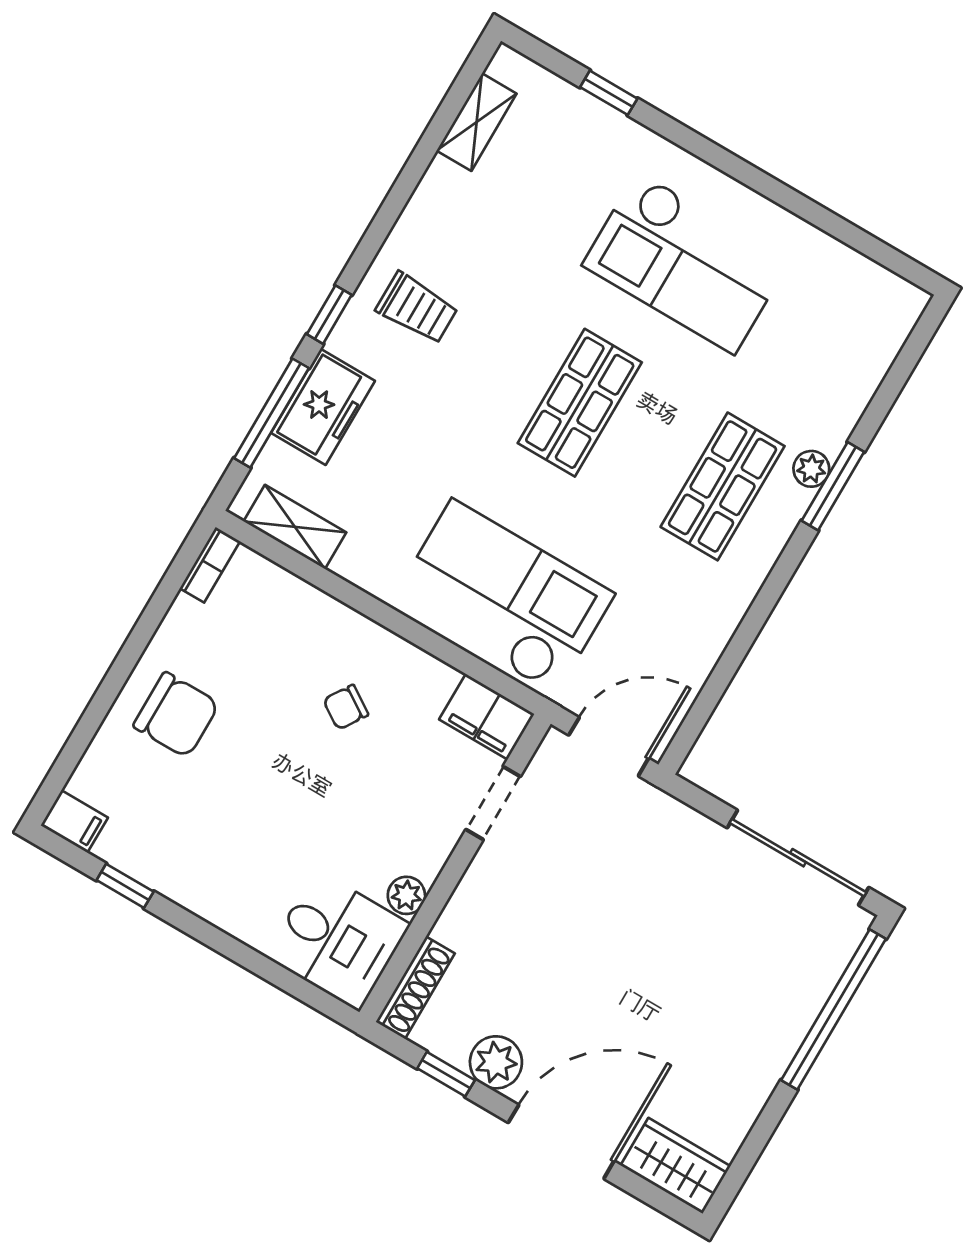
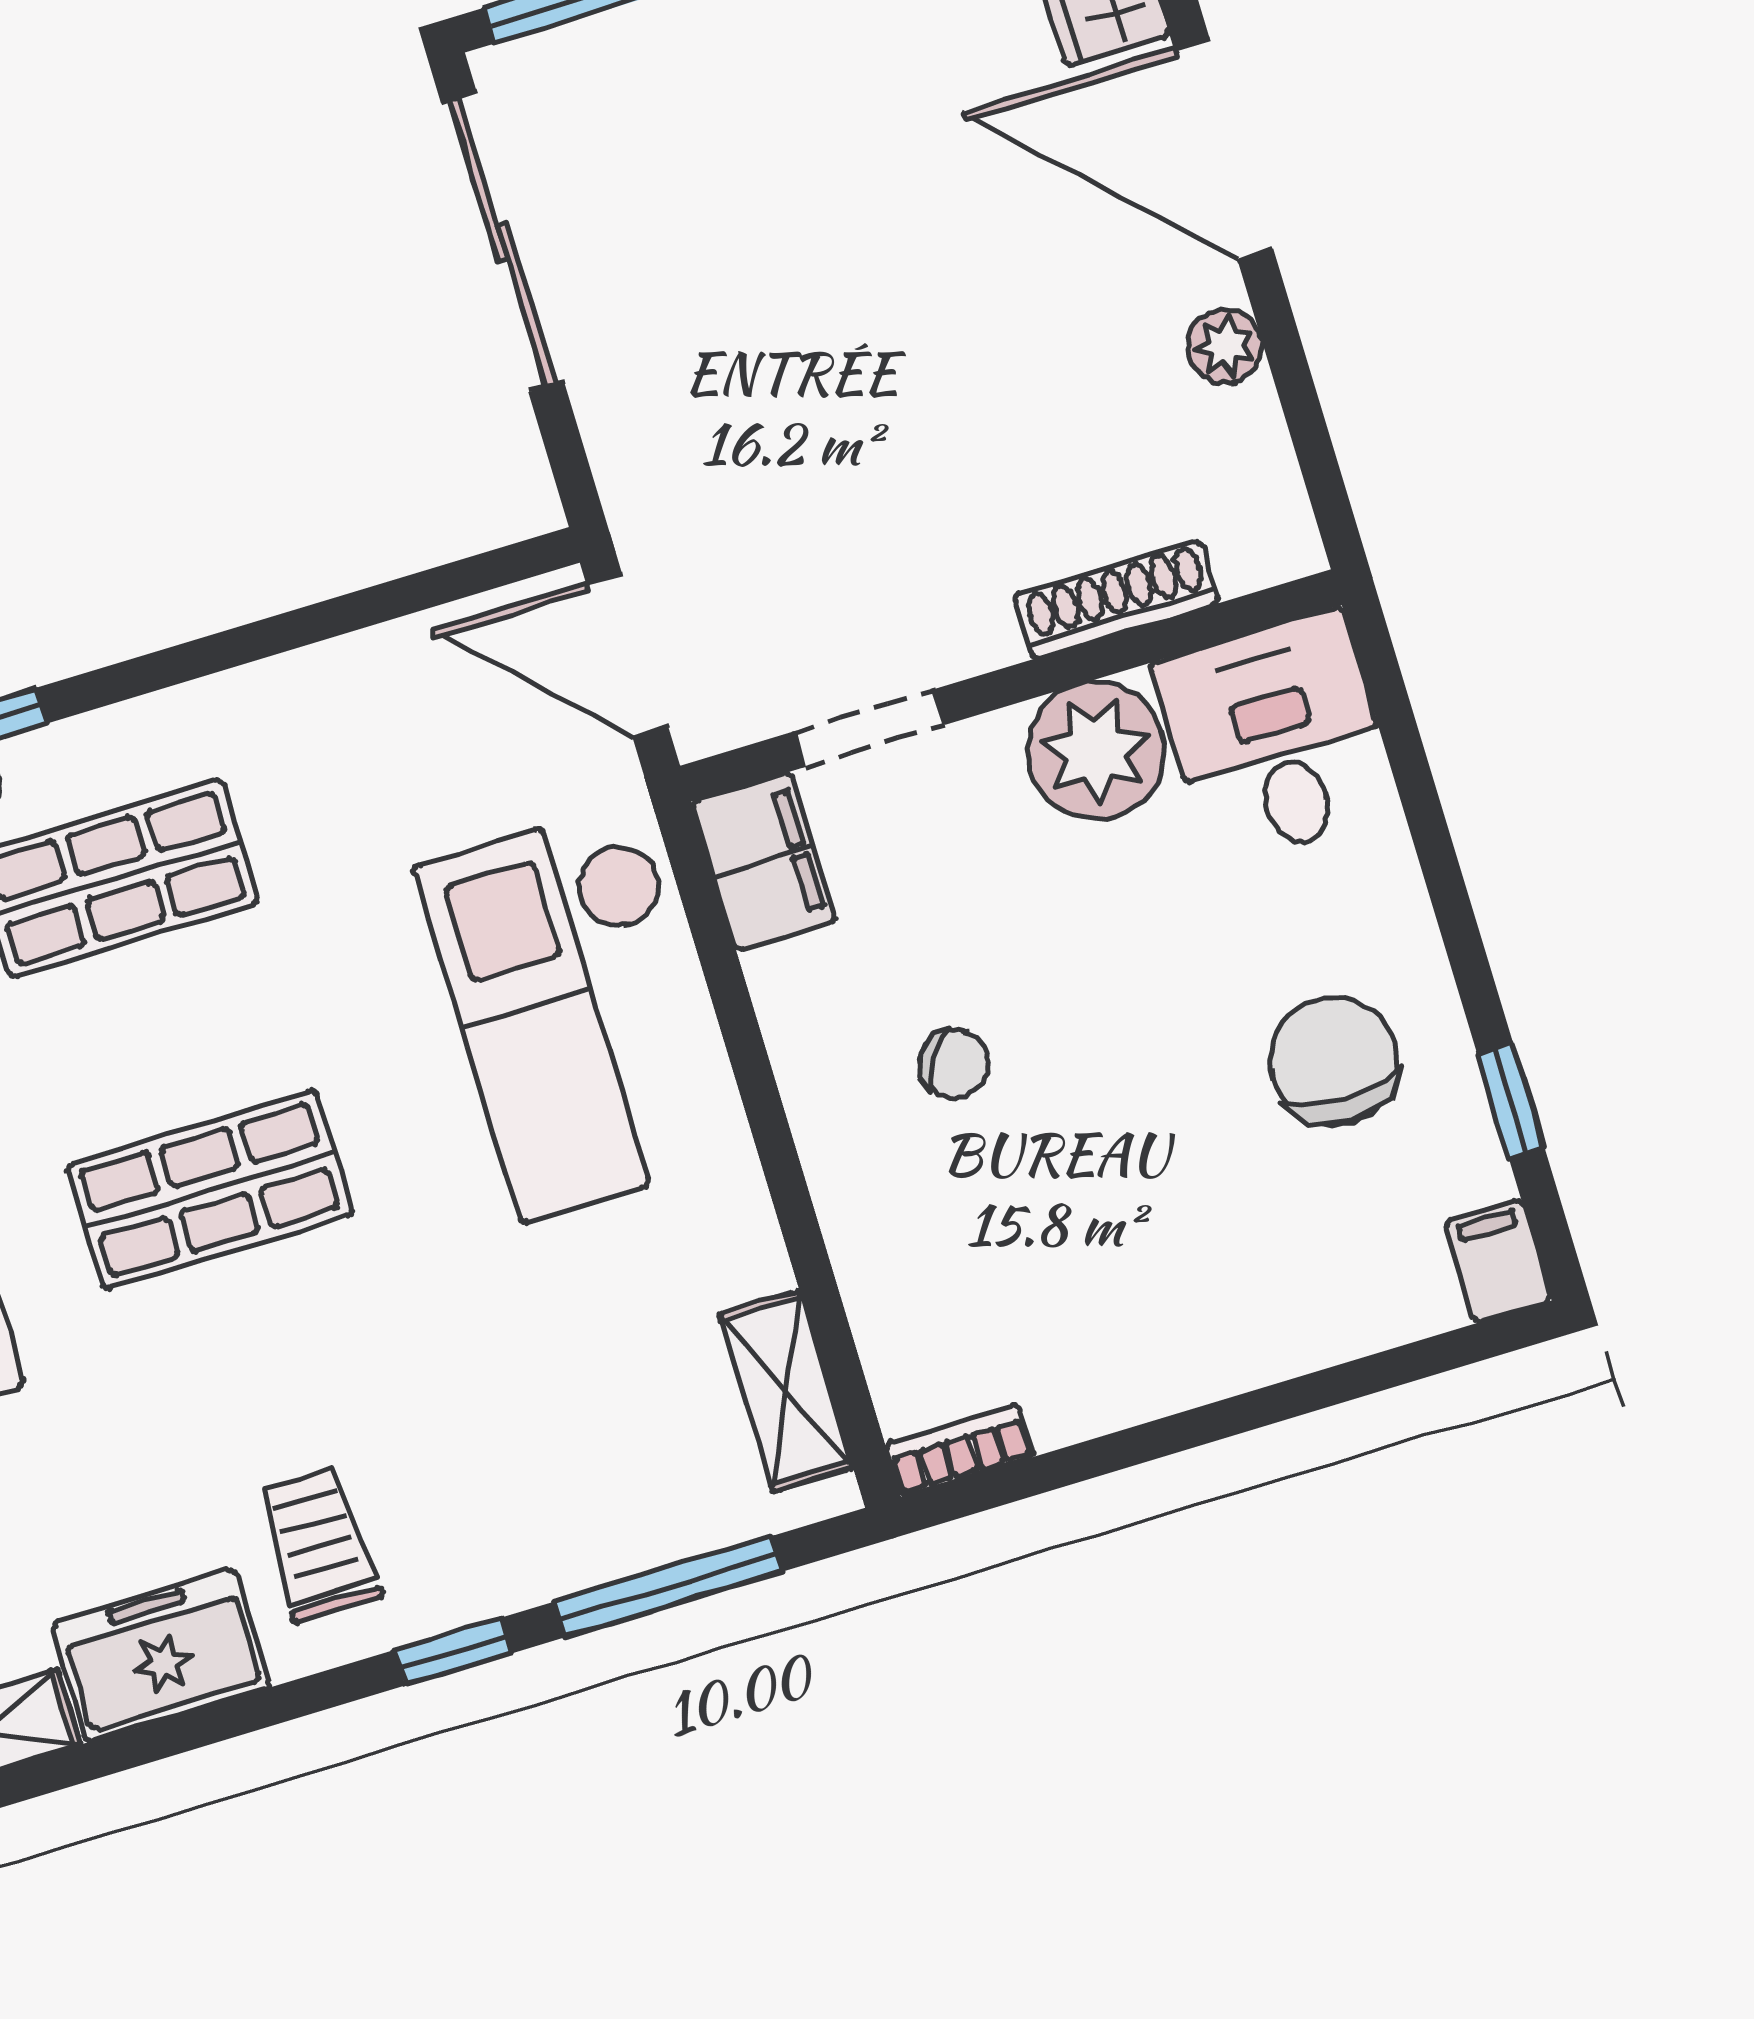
freezer: (323, 407) -> (161, 1655), moved
chair: (176, 715) -> (1334, 1061), moved
plant: (406, 895) -> (1096, 751), width x1.87, depth x1.87
shoe rack: (415, 988) -> (1117, 599), moved
plant: (496, 1062) -> (1225, 346), width x0.73, depth x0.73
window: (446, 1074) -> (1299, 400), removed

